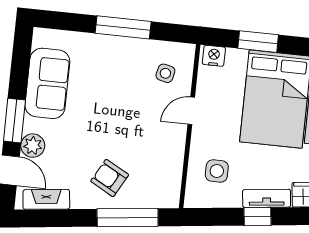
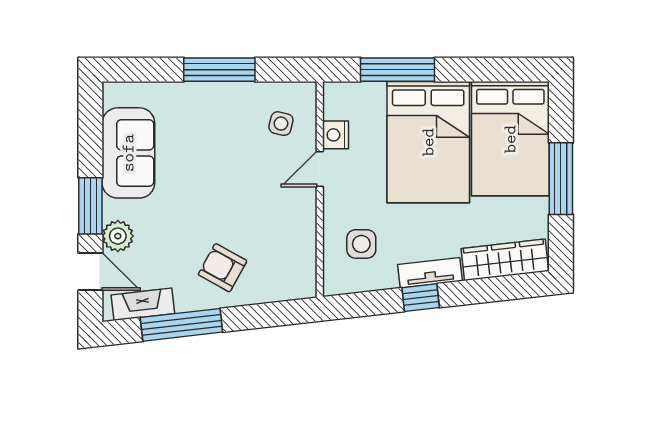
window: (258, 42) -> (398, 70), width x1.44
nightstand: (214, 56) -> (336, 135), moved, turned -90
window: (128, 218) -> (181, 325), moved

